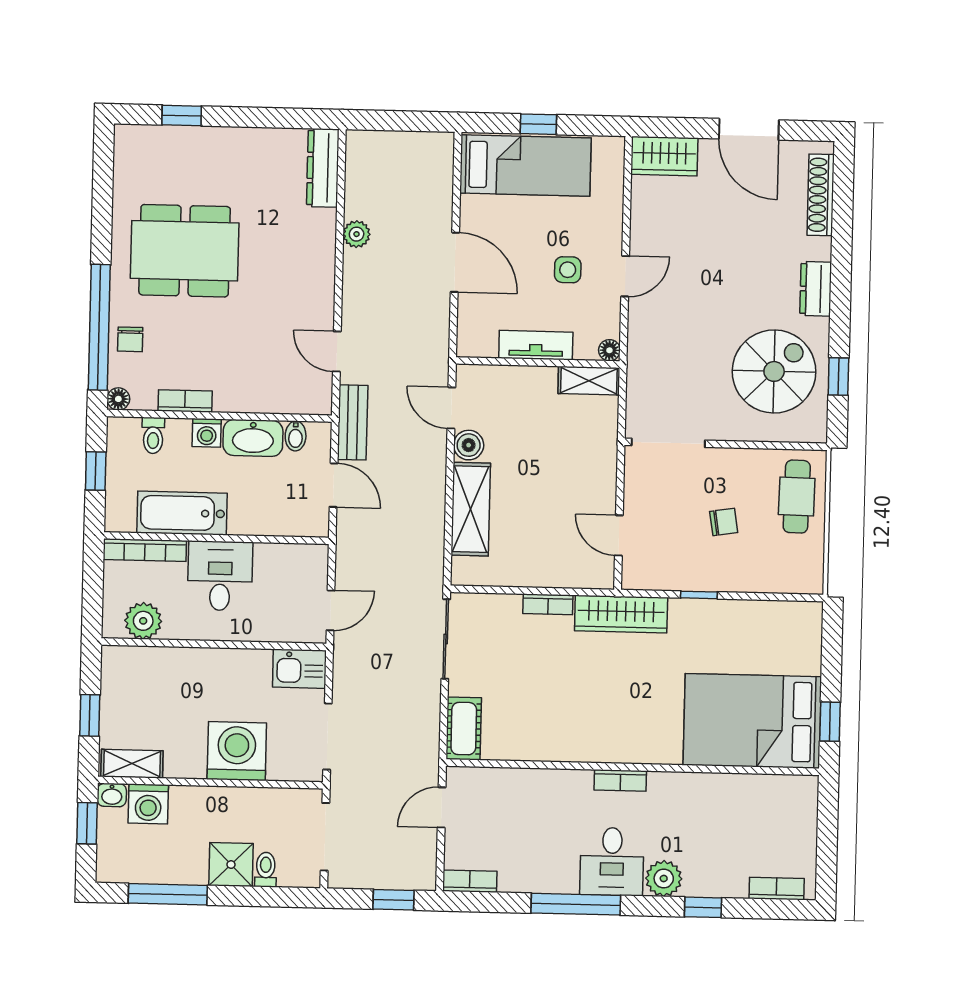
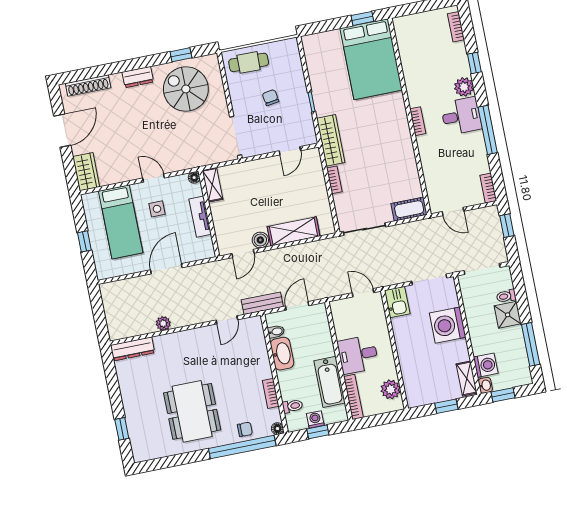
bed: (525, 166) -> (121, 222), moved, turned 180
washing machine: (207, 433) -> (315, 419), moved, turned -90

